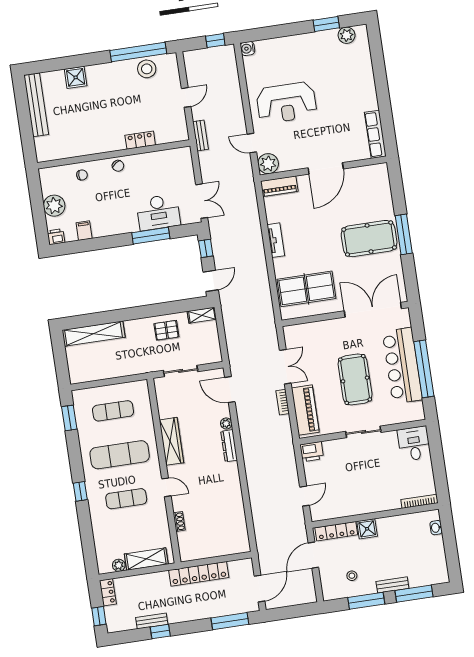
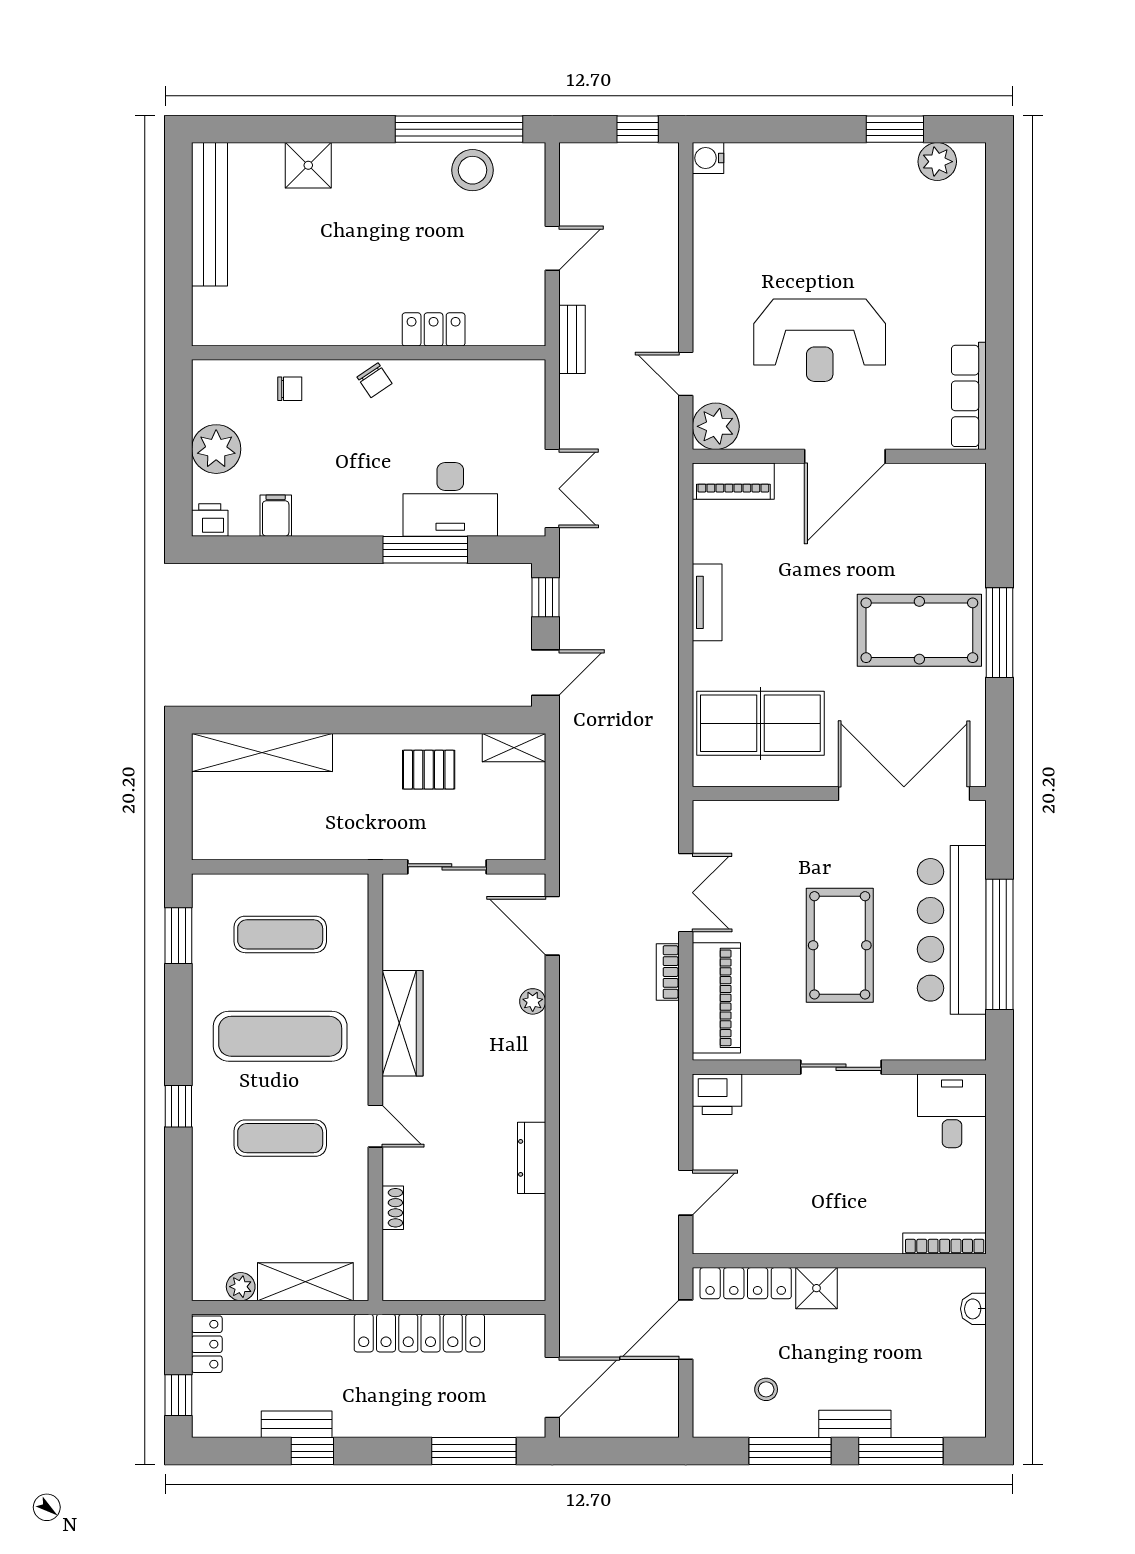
reception desk: (286, 103) -> (820, 340), moved
dresser: (229, 446) -> (532, 1158), moved

